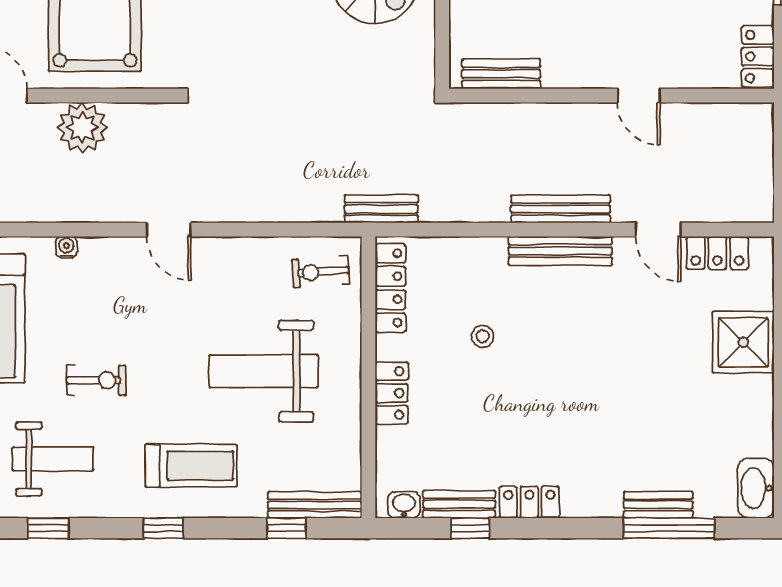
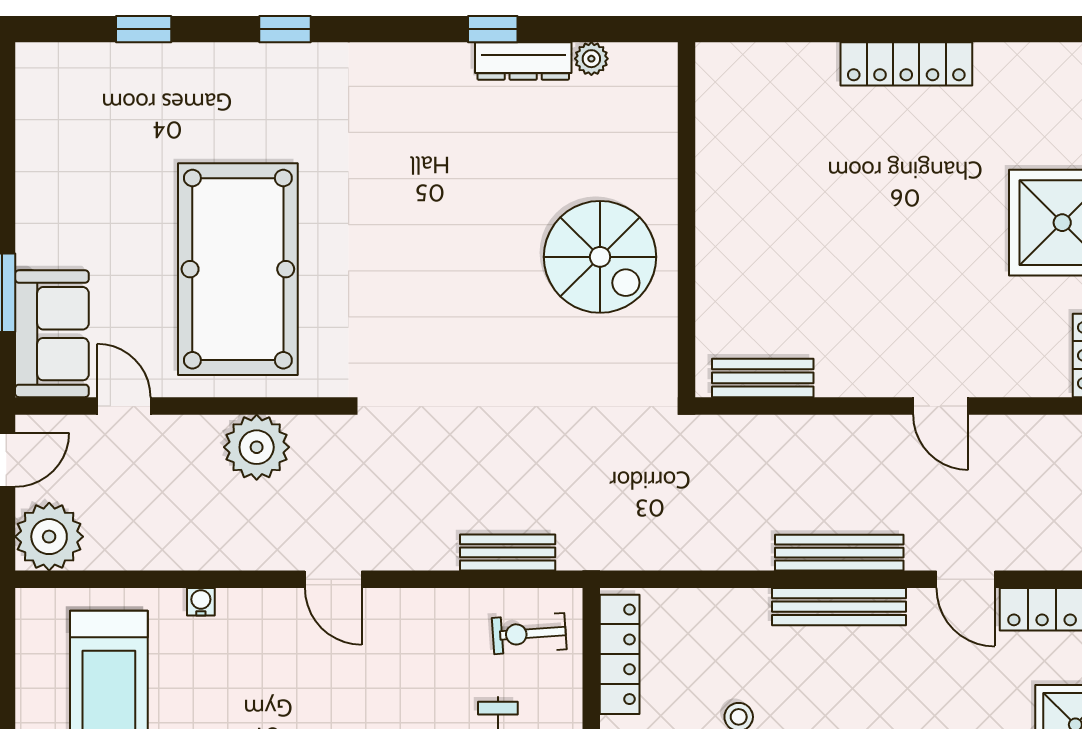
plant: (82, 128) -> (257, 447), moved
bench: (381, 209) -> (508, 552), moved

